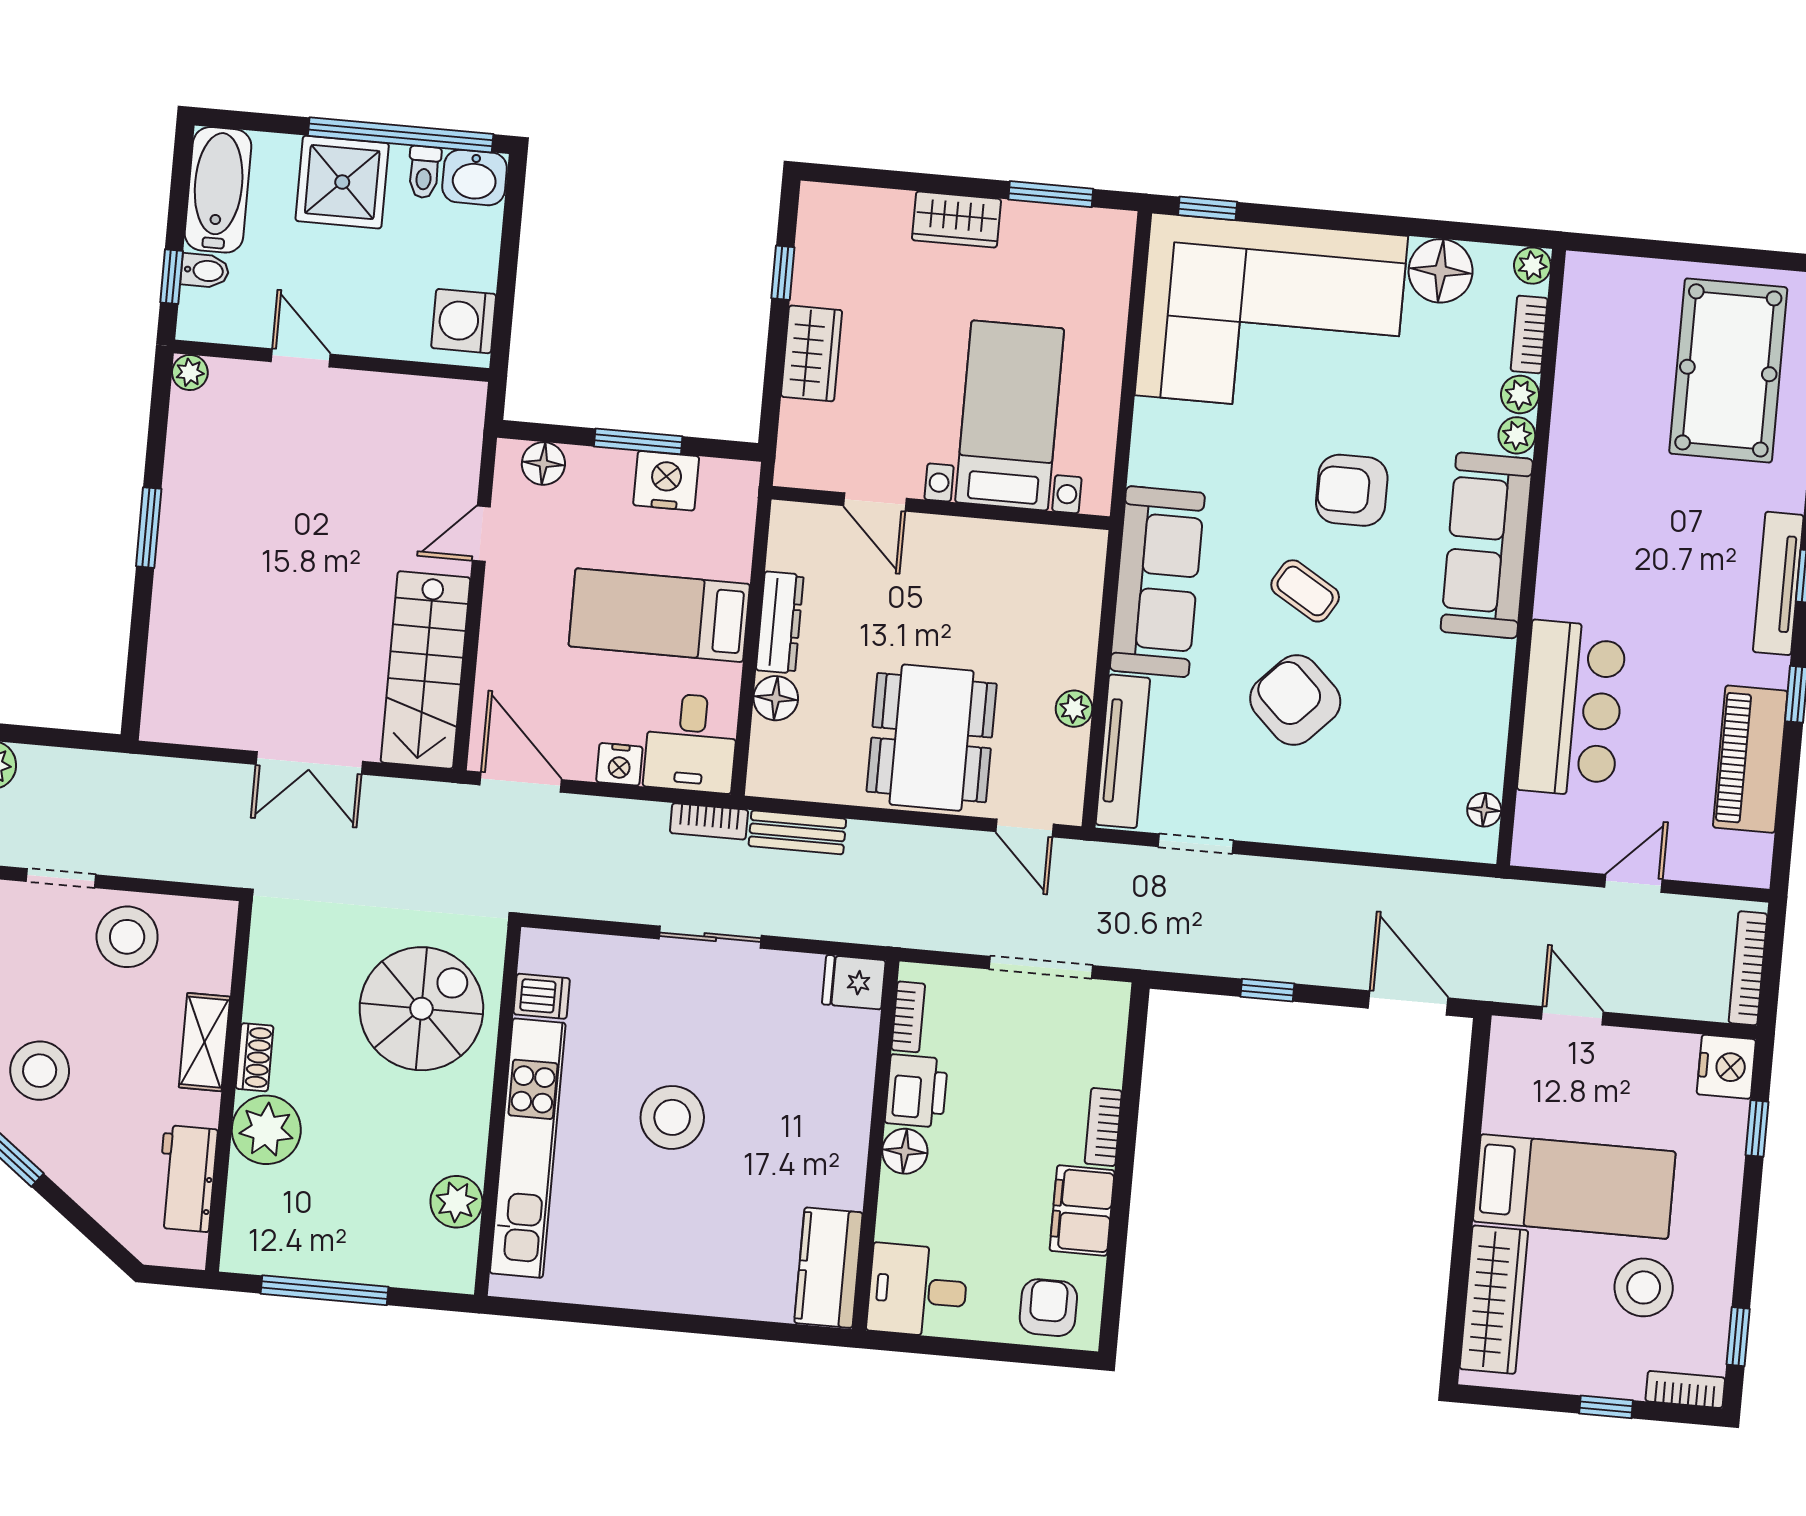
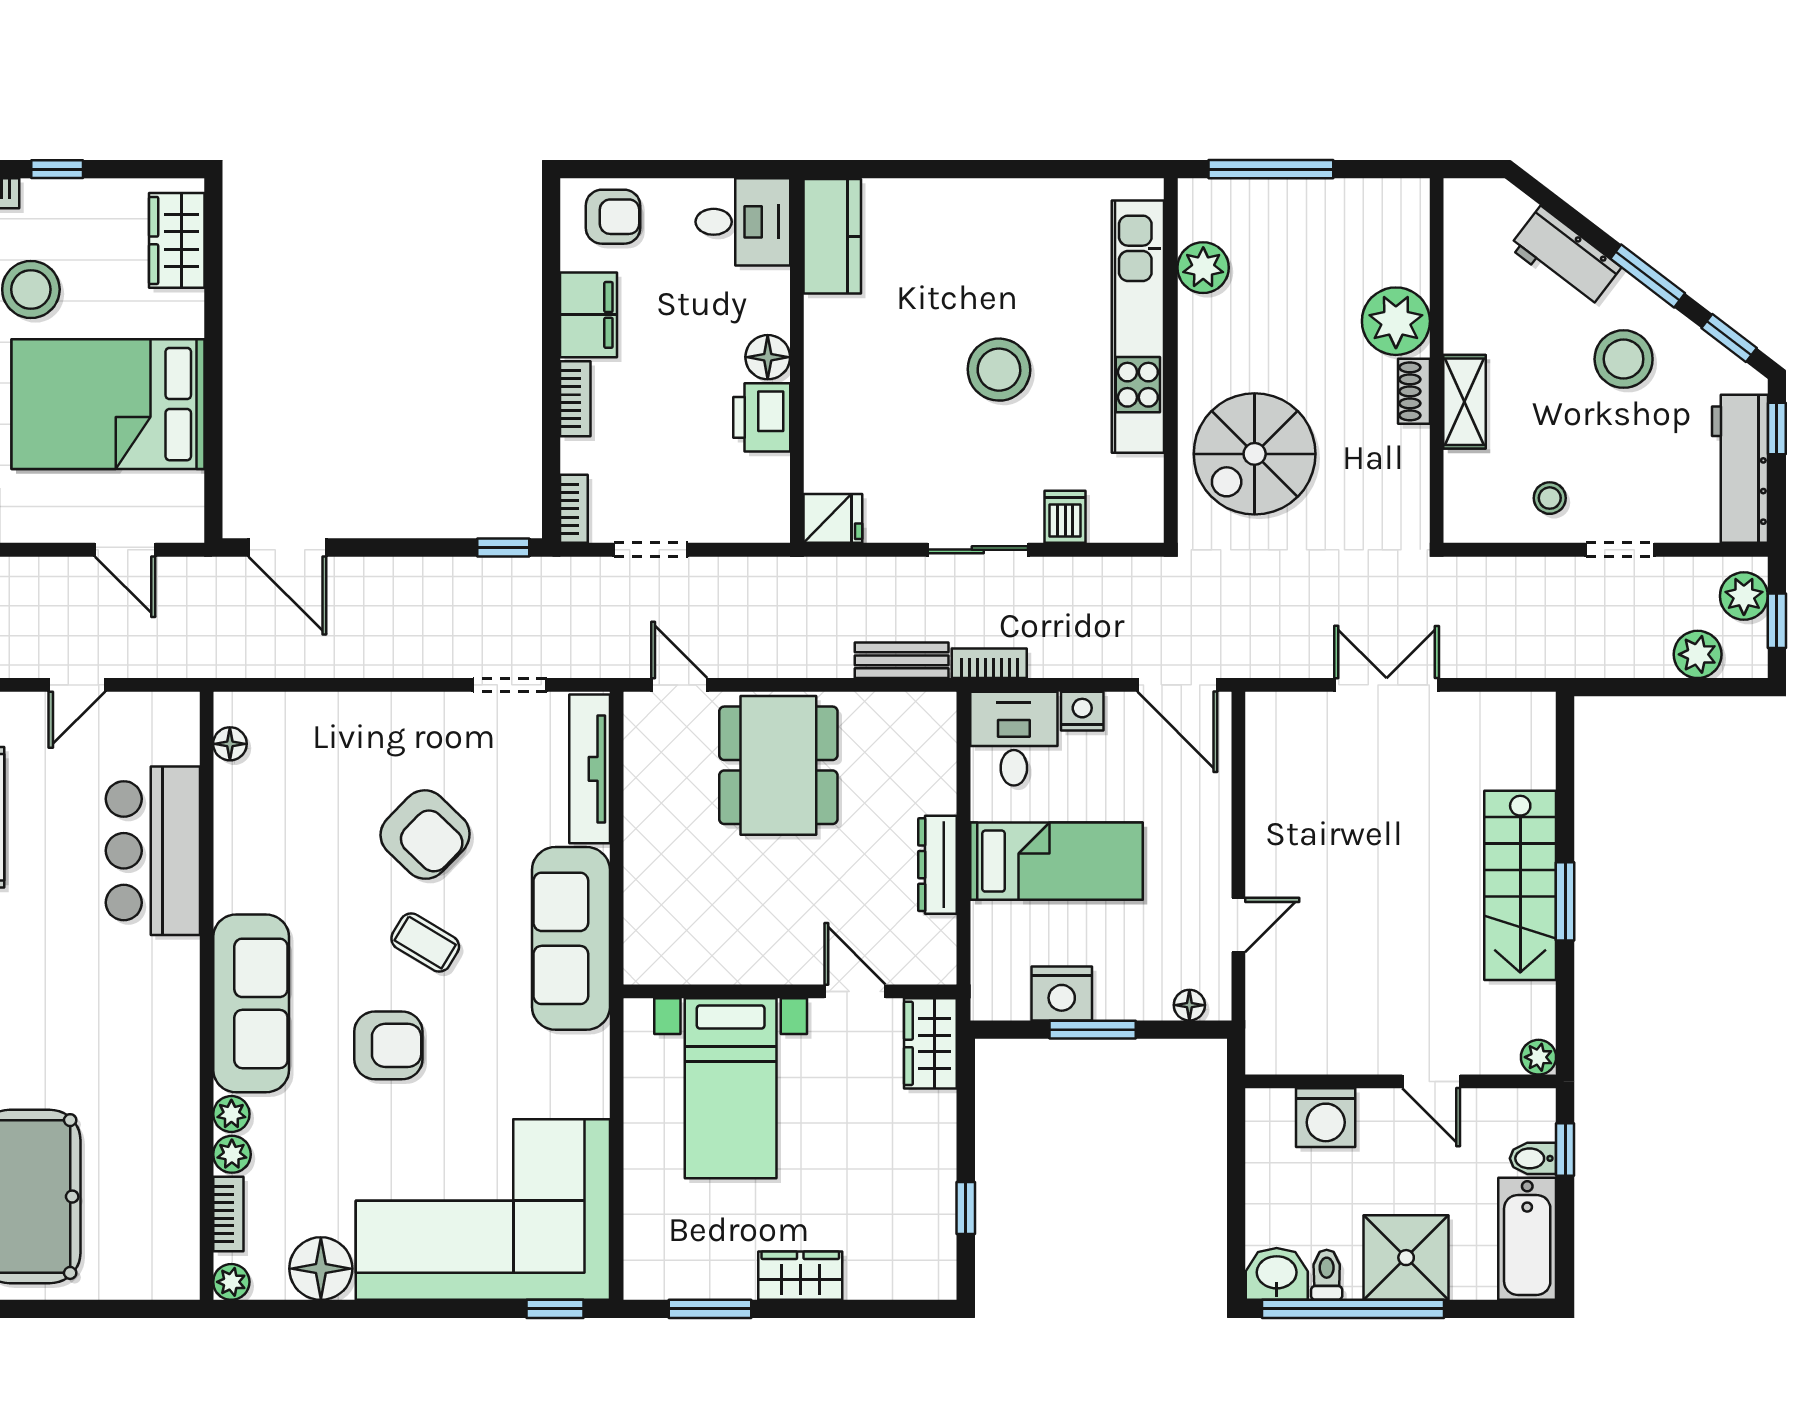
washing machine: (464, 321) -> (1326, 1118), moved, turned 90
wardrobe: (812, 353) -> (930, 1043), moved
floor lamp: (543, 464) -> (1189, 1005), width x0.73, depth x0.73
stairs: (425, 670) -> (1520, 885), moved, turned 180
floor lamp: (776, 698) -> (935, 790), removed
plant: (1074, 709) -> (641, 806), removed
stool: (127, 937) -> (1550, 498), width x0.53, depth x0.53
doorway: (1041, 967) -> (651, 550), width x0.73
window: (1267, 990) -> (503, 547), moved
dishwasher: (542, 996) -> (1065, 517), moved, turned 90
bookcase: (908, 1017) -> (574, 509), moved, turned 180
workbench: (187, 1179) -> (1565, 257), moved, turned 127
bed: (1574, 1186) -> (108, 404), width x1.50
window: (325, 1290) -> (1271, 169), moved
wardrobe: (1494, 1300) -> (177, 240), width x0.67
armchair: (1048, 1308) -> (613, 217), turned -90

